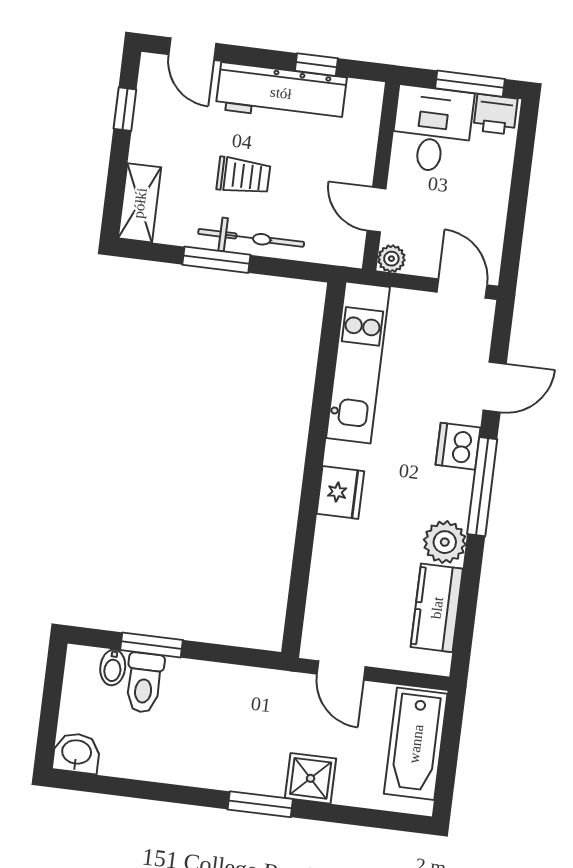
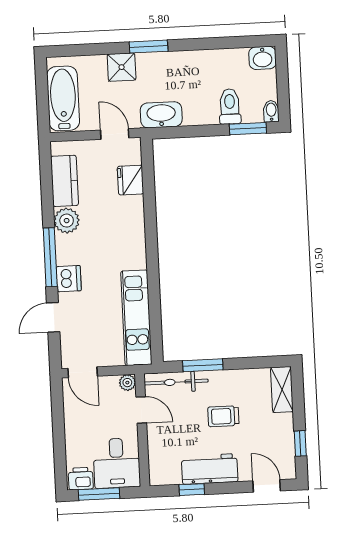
workbench: (281, 93) -> (210, 469), width x0.73
bicycle: (251, 238) -> (176, 382), moved
window: (216, 260) -> (203, 365), moved
fridge: (340, 492) -> (130, 180), moved
window: (152, 645) -> (248, 129), moved
bidet: (113, 667) -> (271, 111), moved
washbasin: (259, 689) -> (161, 115), added

